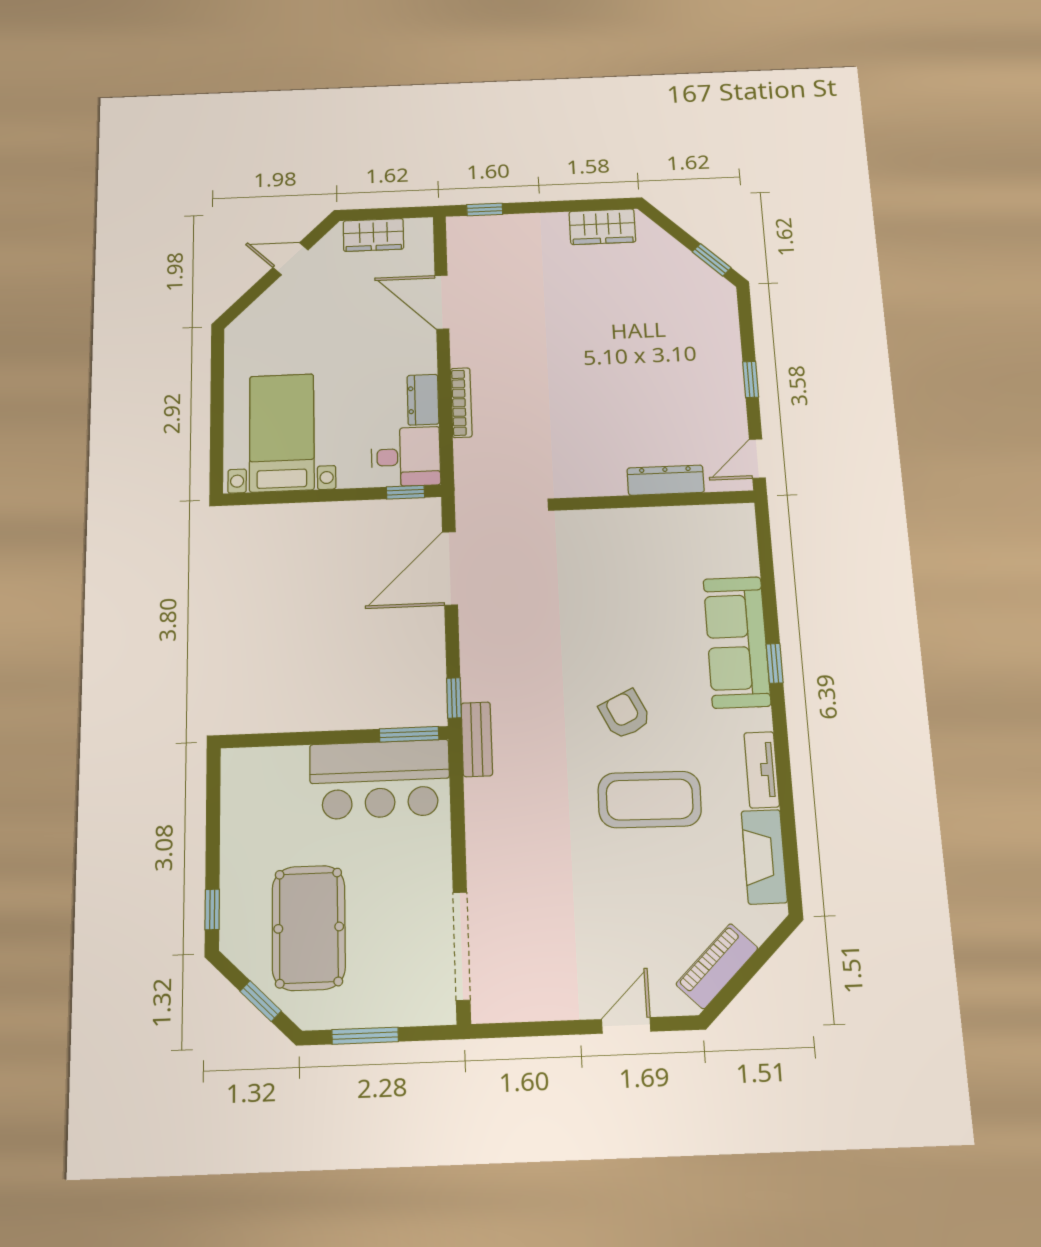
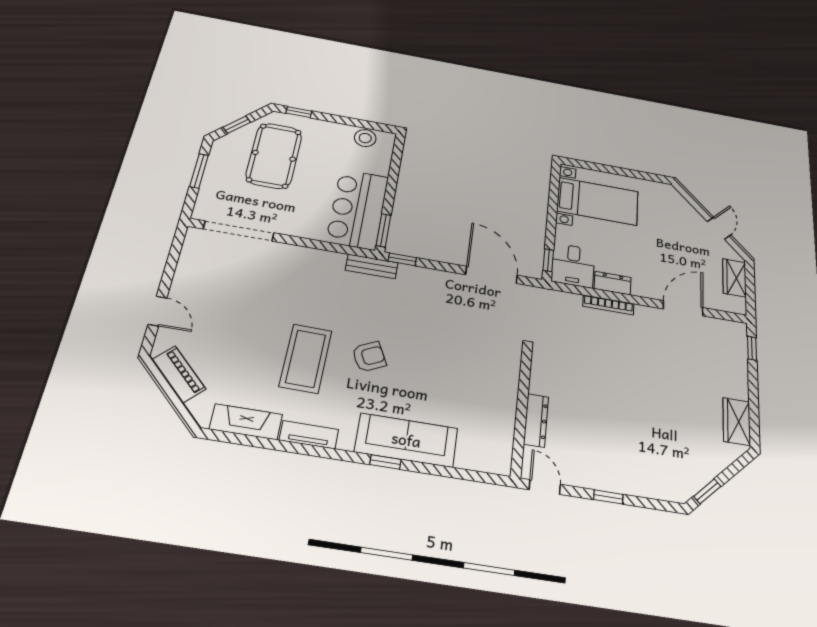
stool: (241, 795) -> (365, 138), added
pool table: (309, 928) -> (274, 156), turned 90

